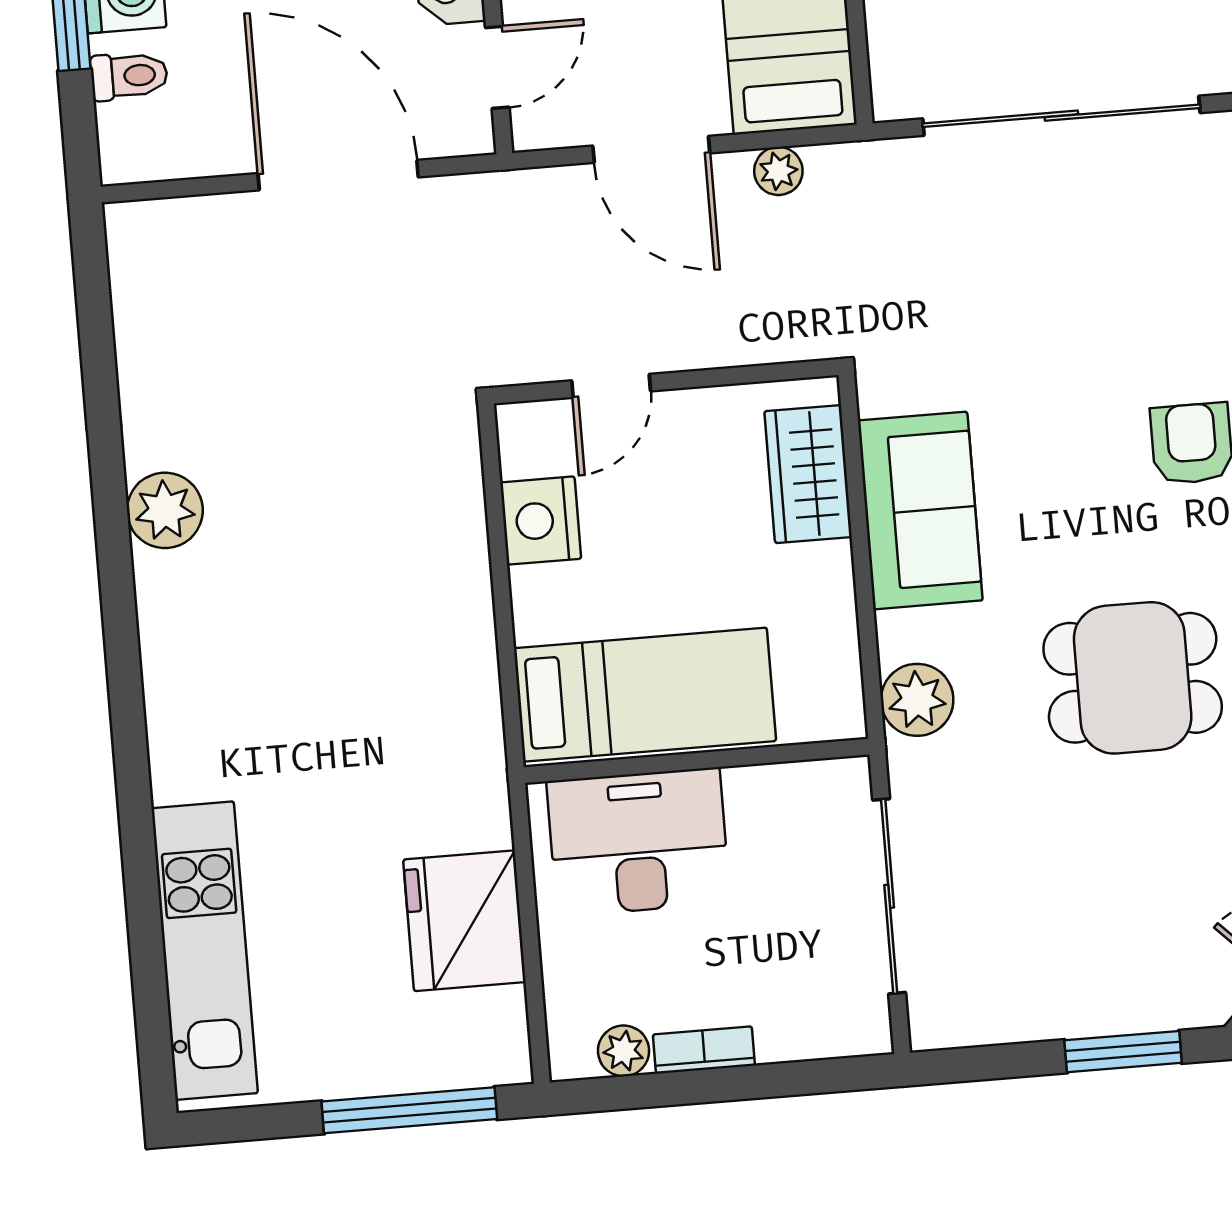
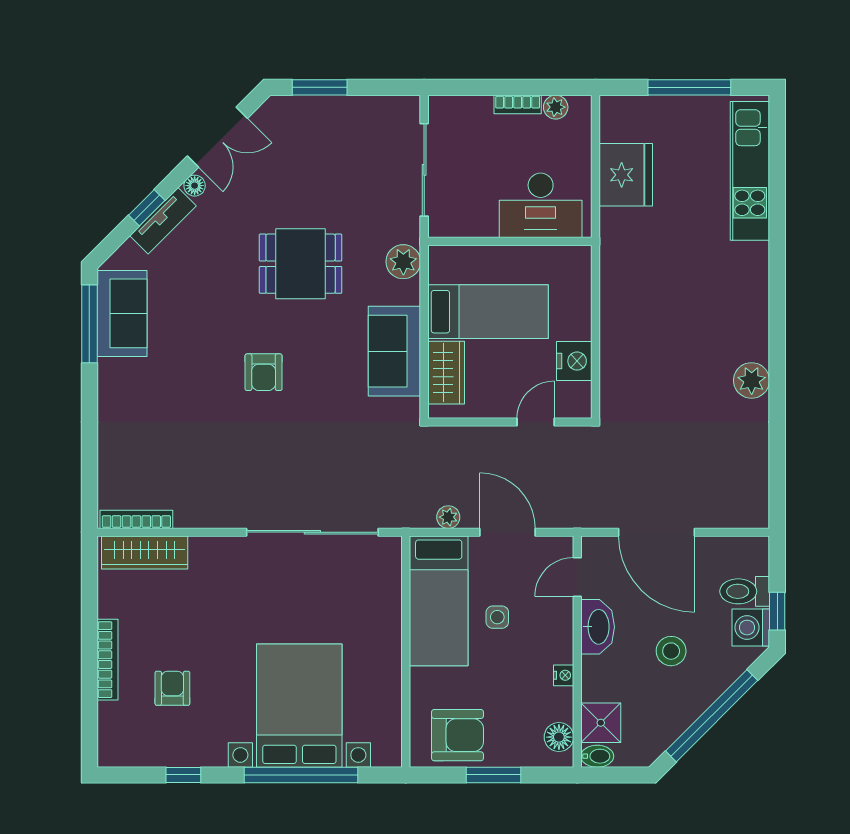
toilet: (129, 76) -> (745, 591), width x1.37, depth x1.39
bed: (645, 695) -> (488, 312), moved, turned 180
window: (409, 1110) -> (689, 87), moved

